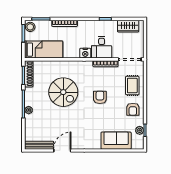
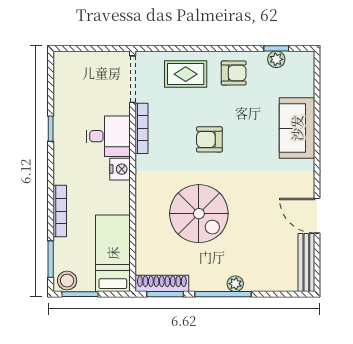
wardrobe: (128, 26) -> (65, 83), removed
spiral stairs: (63, 92) -> (199, 214), turned 90
sofa: (116, 141) -> (297, 128), moved

